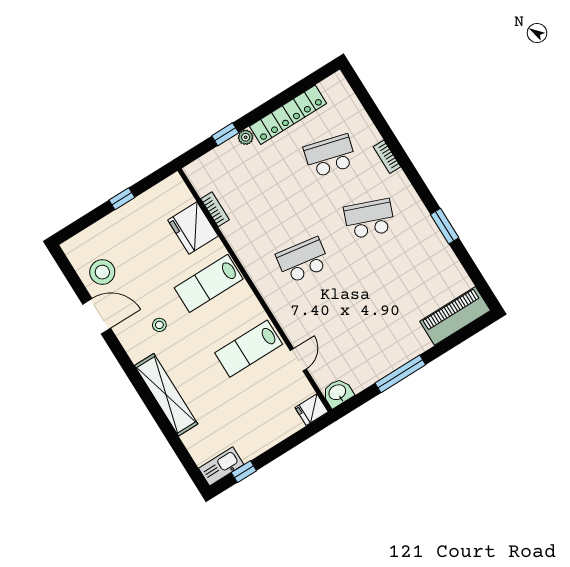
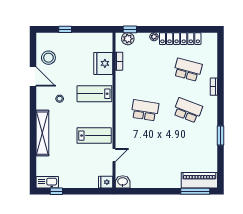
window: (225, 134) -> (130, 29), moved
plant: (207, 166) -> (128, 39), added
window: (122, 199) -> (65, 29), moved
lab bench: (249, 349) -> (94, 136), turned 180
window: (400, 374) -> (195, 191), moved

